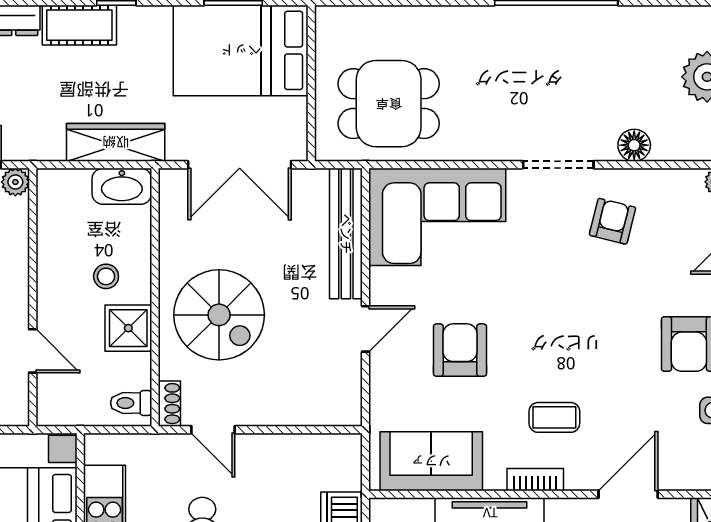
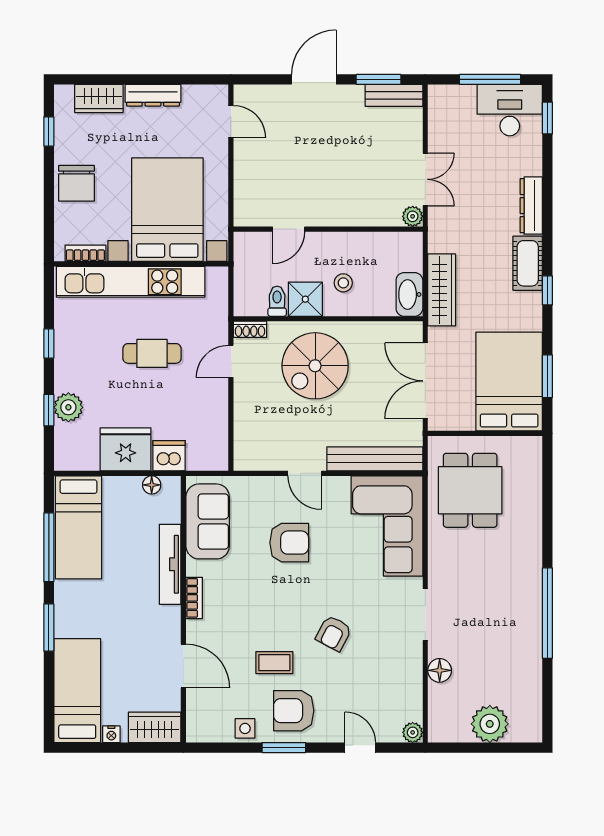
armchair: (613, 221) -> (334, 633), moved, turned 104
toilet: (131, 403) -> (277, 301), moved
coffee table: (554, 417) -> (274, 663), moved, turned 90

